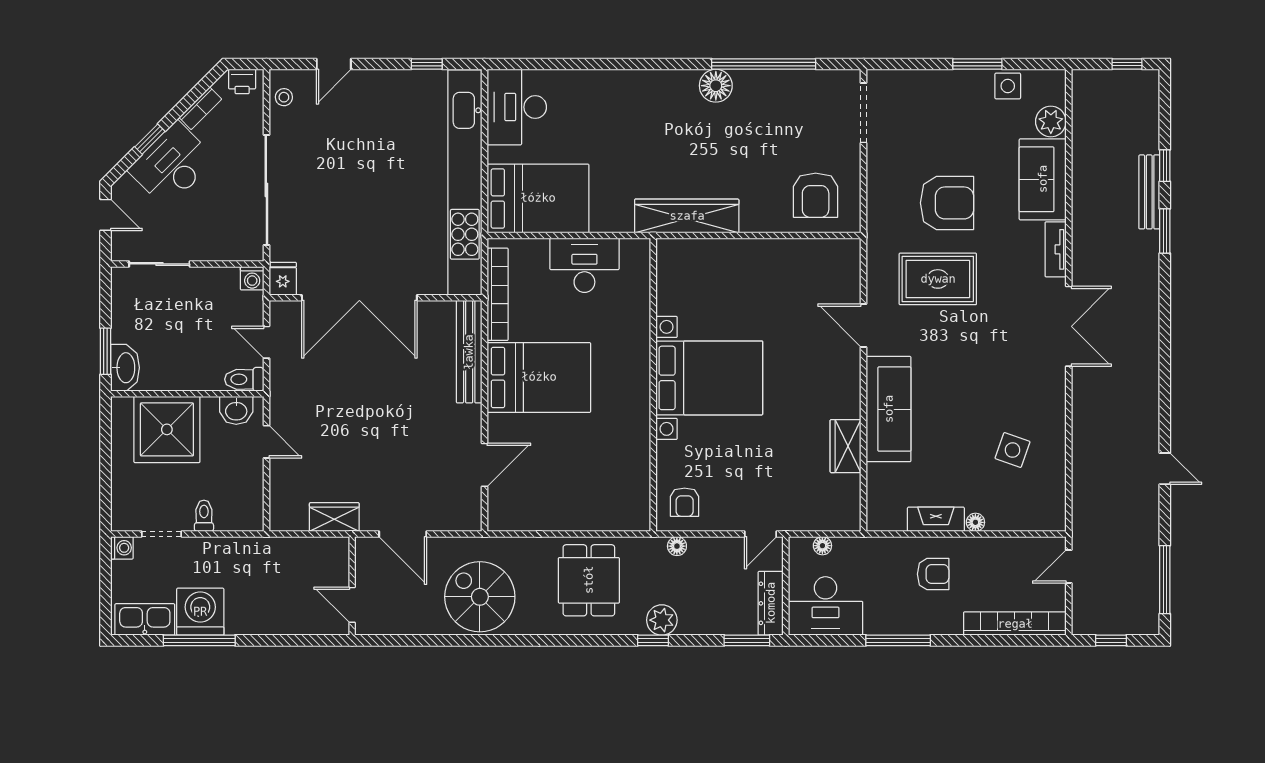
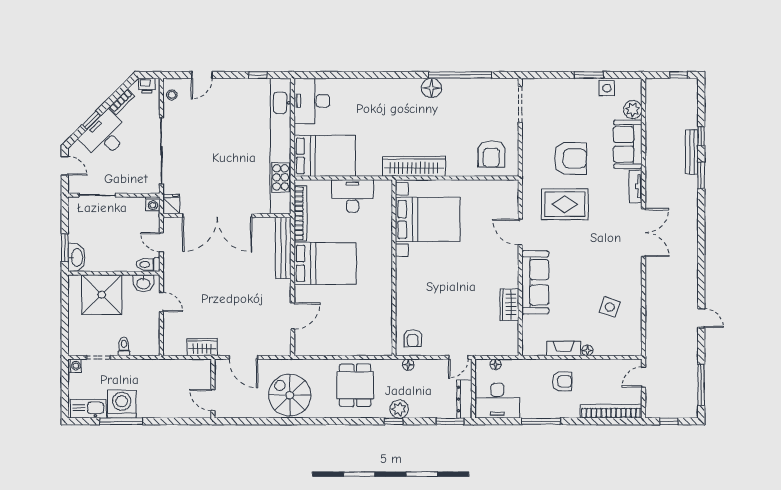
bed with nightstands: (709, 378) -> (428, 219), moved

